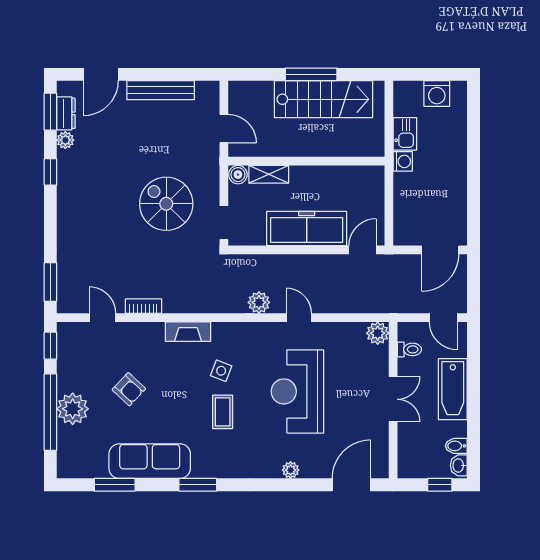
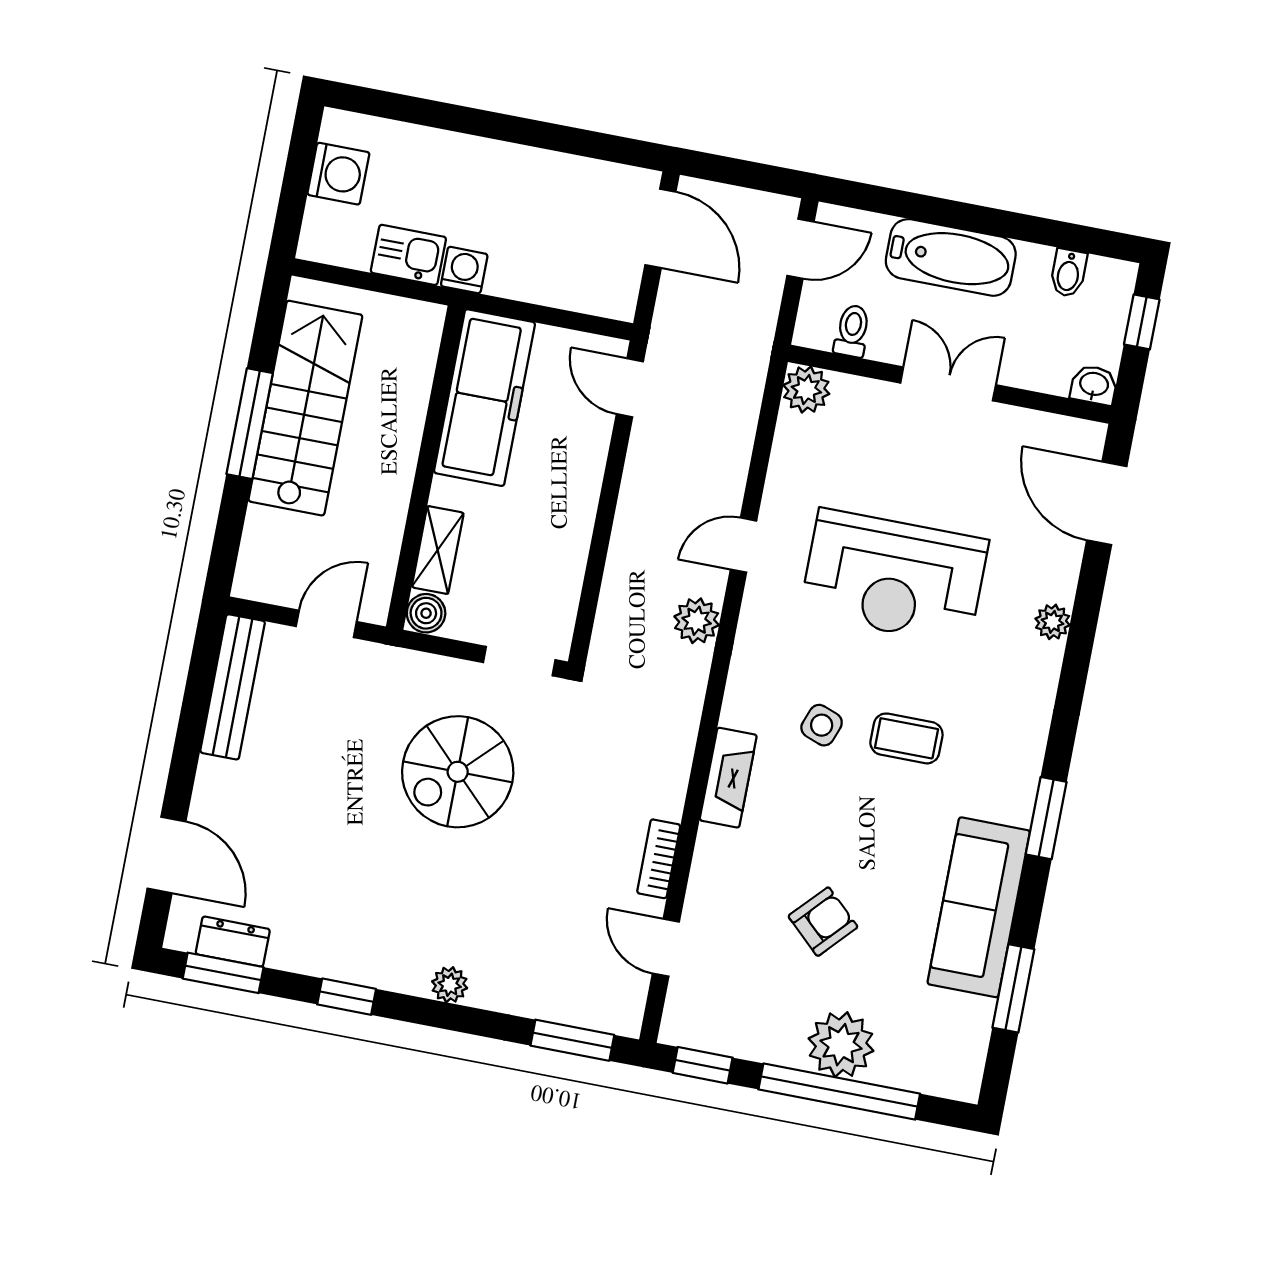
bench: (161, 90) -> (233, 687), moved
plant: (65, 140) -> (450, 985), moved
freezer: (307, 229) -> (484, 398), moved, turned 180
door: (102, 318) -> (666, 948), hinge flipped
washbasin: (459, 465) -> (1094, 385), moved, turned 180

